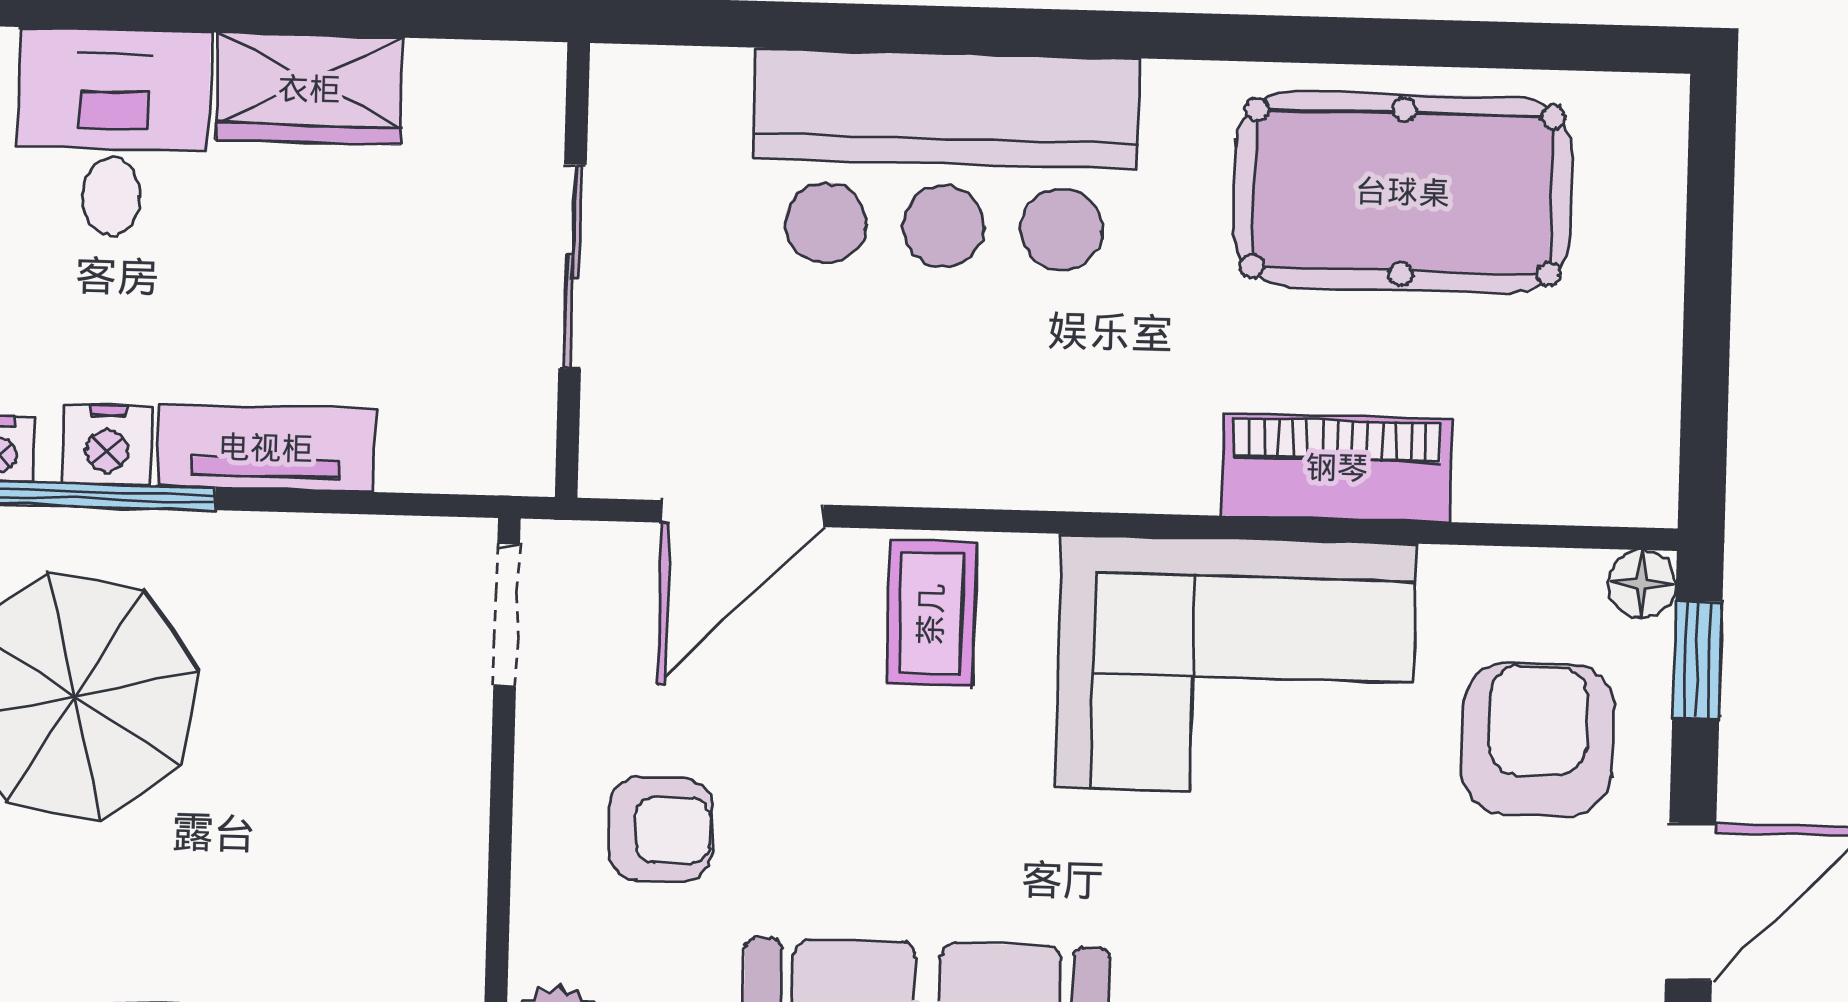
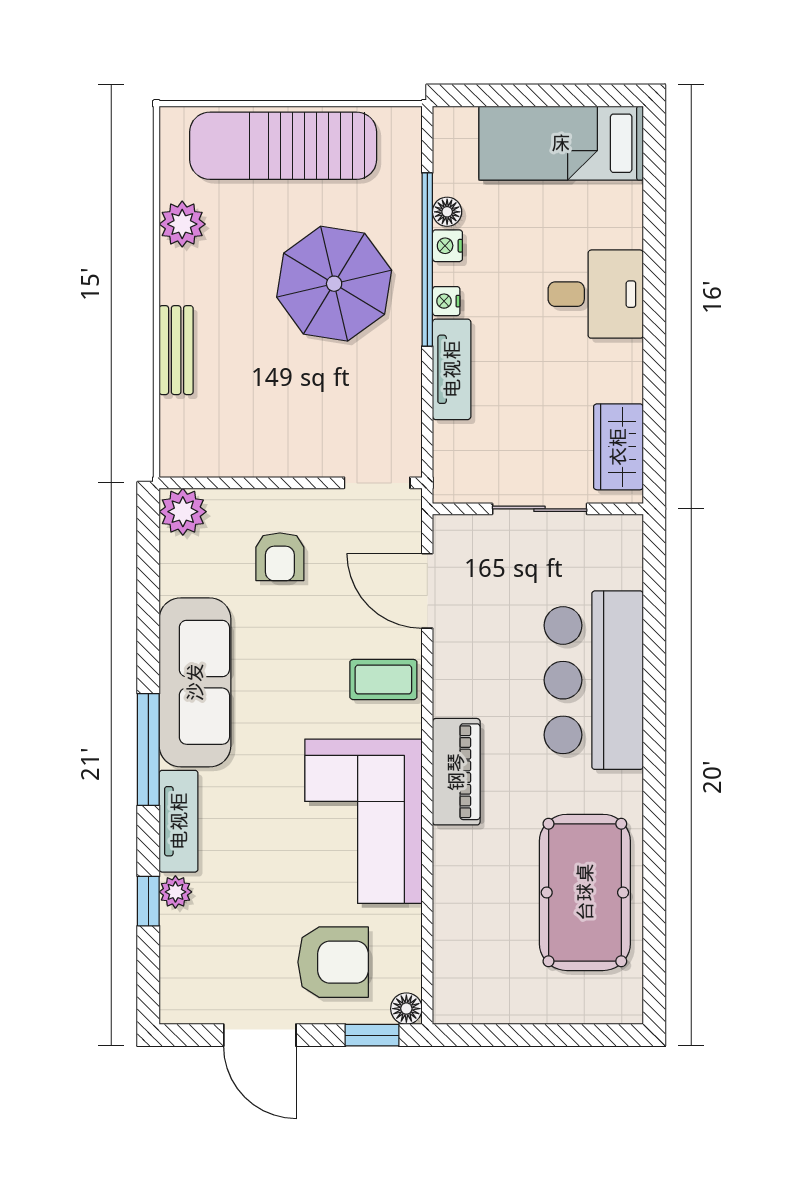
wardrobe: (309, 89) -> (618, 447), moved
nightstand: (107, 444) -> (446, 301), width x0.72, depth x0.74
piano: (1337, 468) -> (456, 772), moved

